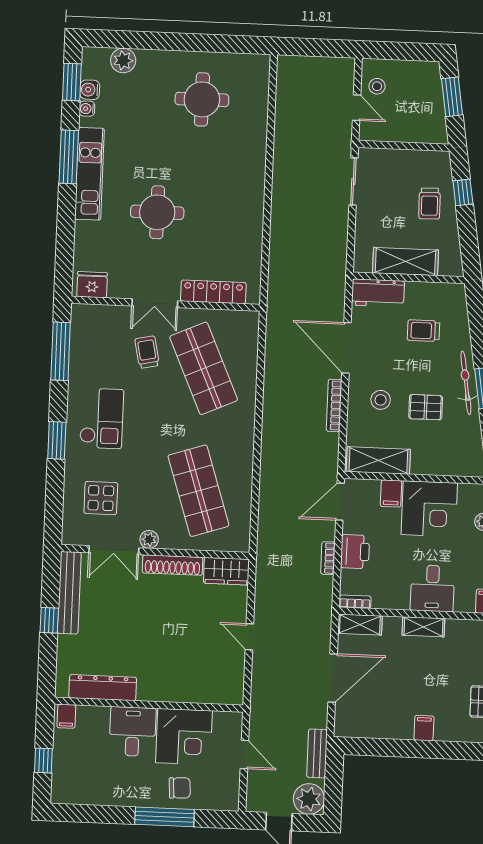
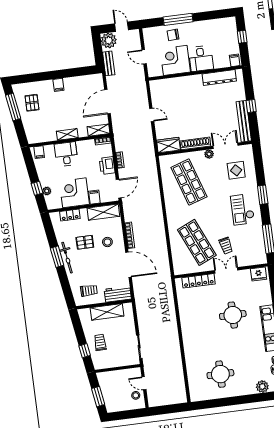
trolley: (423, 331) -> (89, 291), moved
locker: (446, 466) -> (70, 215), added

